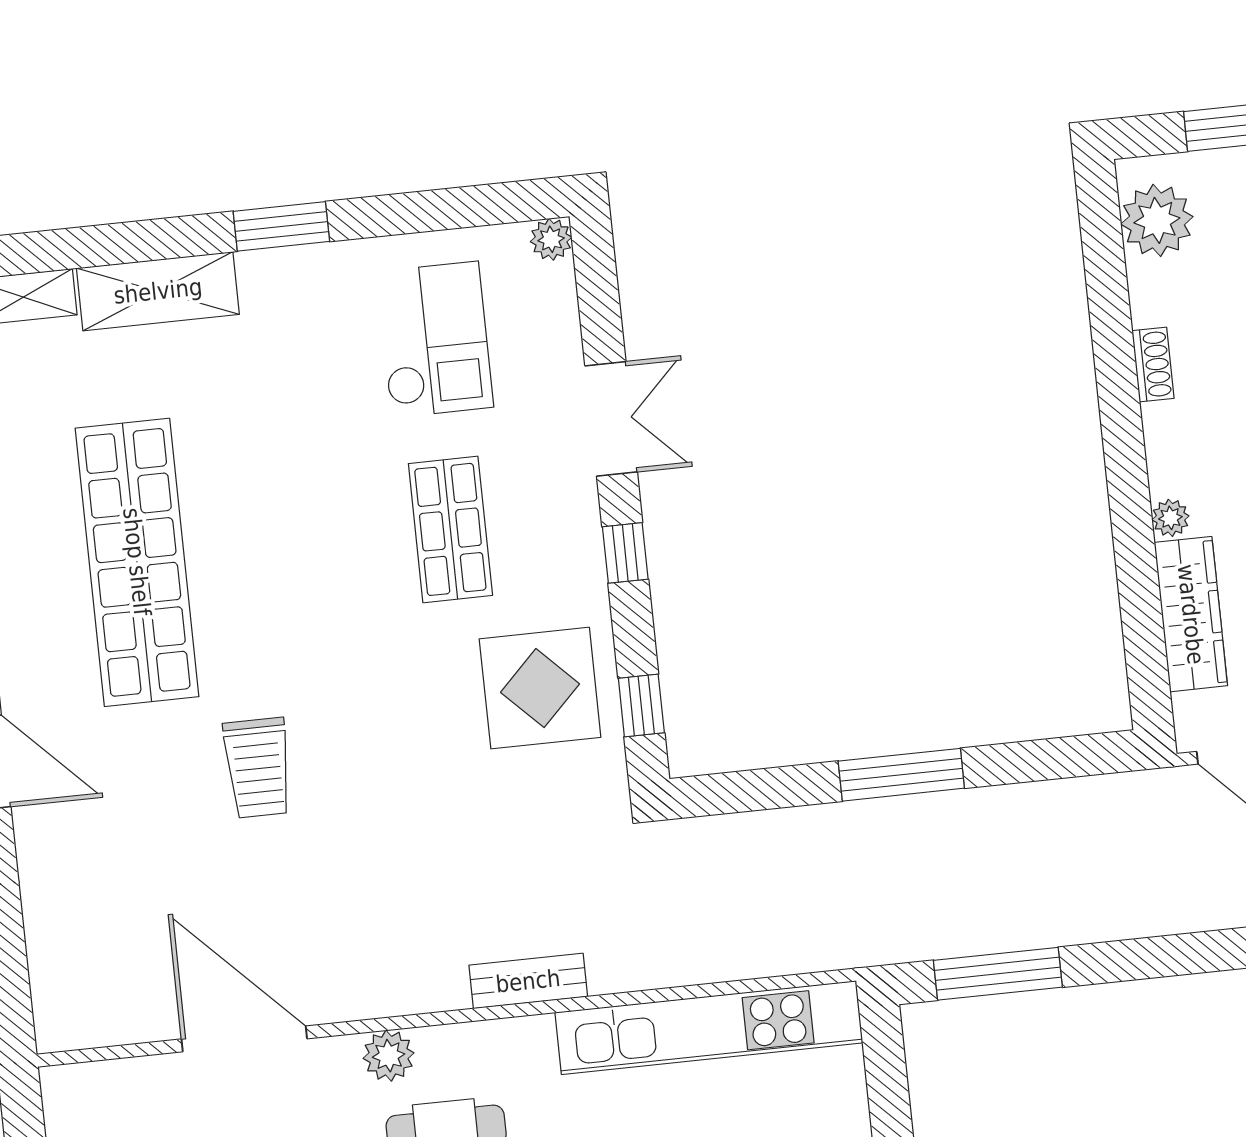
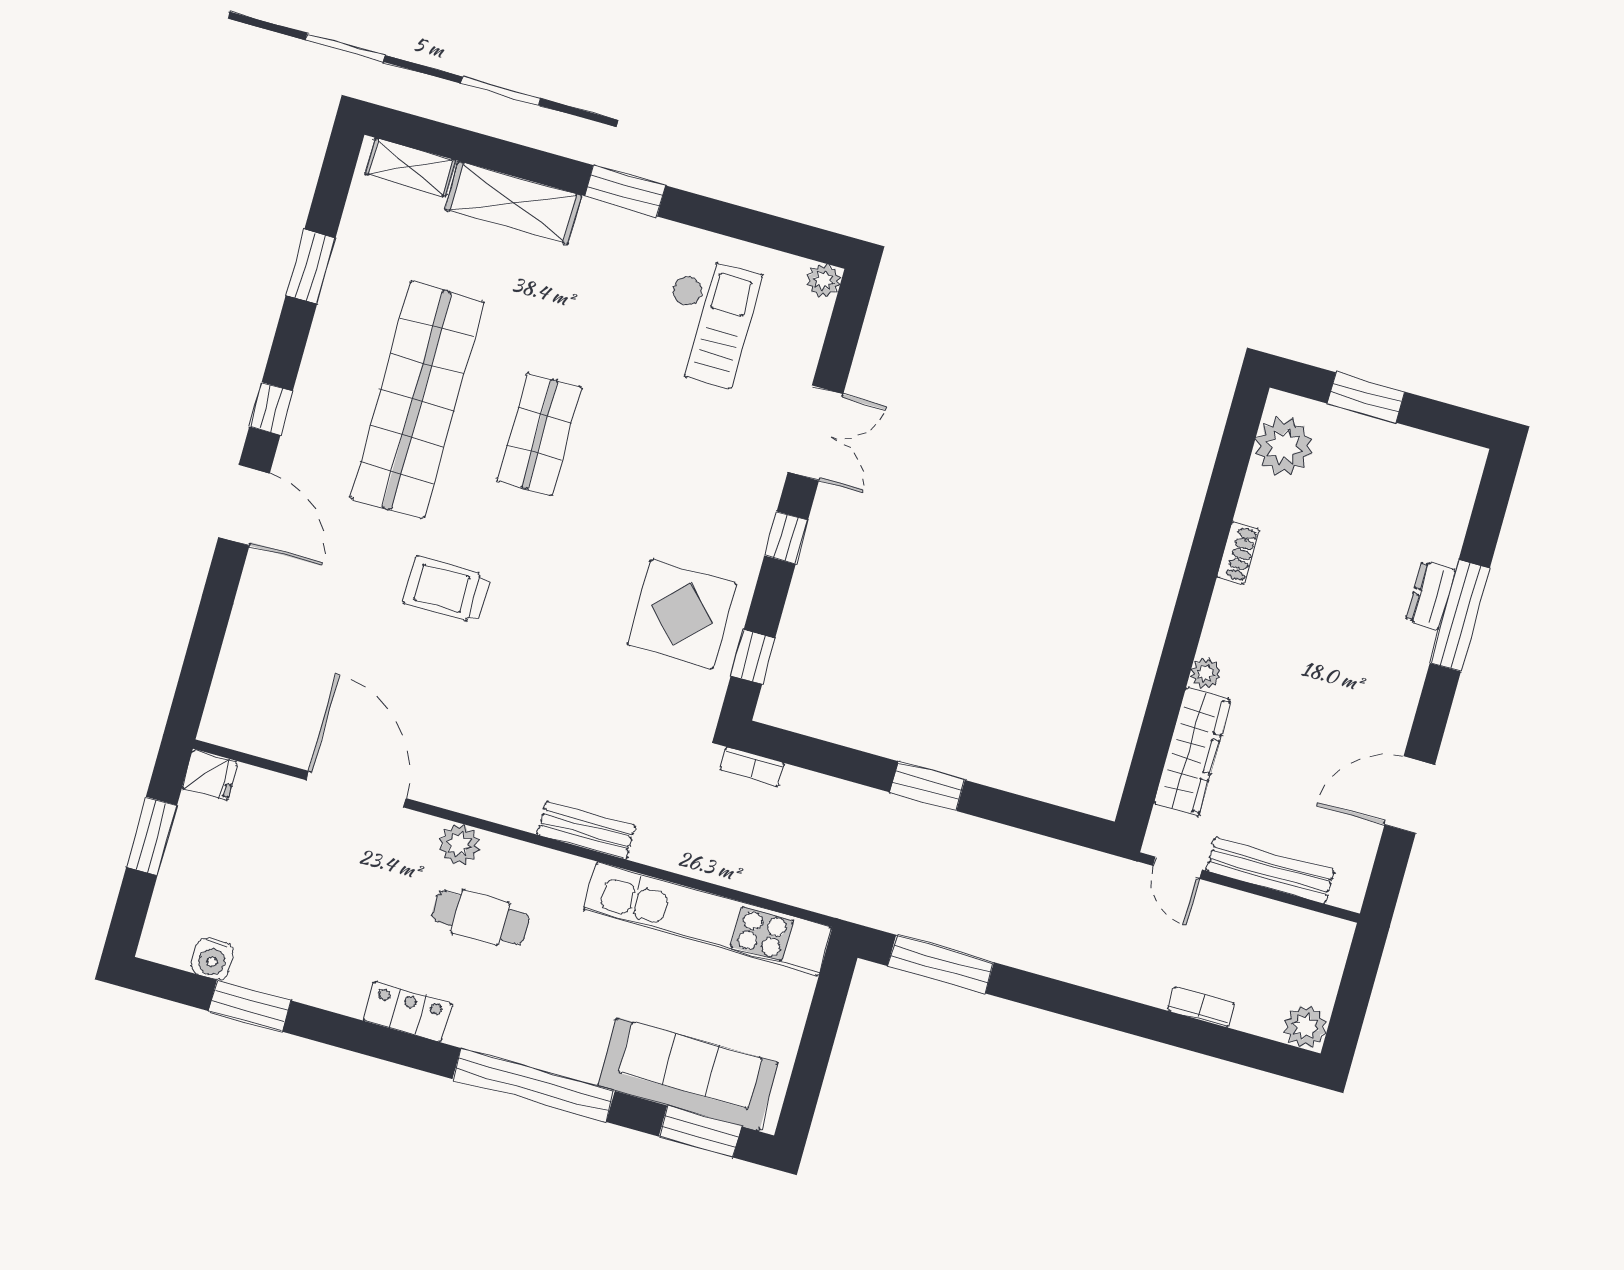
shop shelf: (450, 529) -> (539, 434), moved
trolley: (258, 768) -> (447, 590), turned 90
window: (901, 775) -> (927, 786), width x0.69
bookcase: (691, 832) -> (753, 767), added
fridge: (69, 1090) -> (210, 775), added

